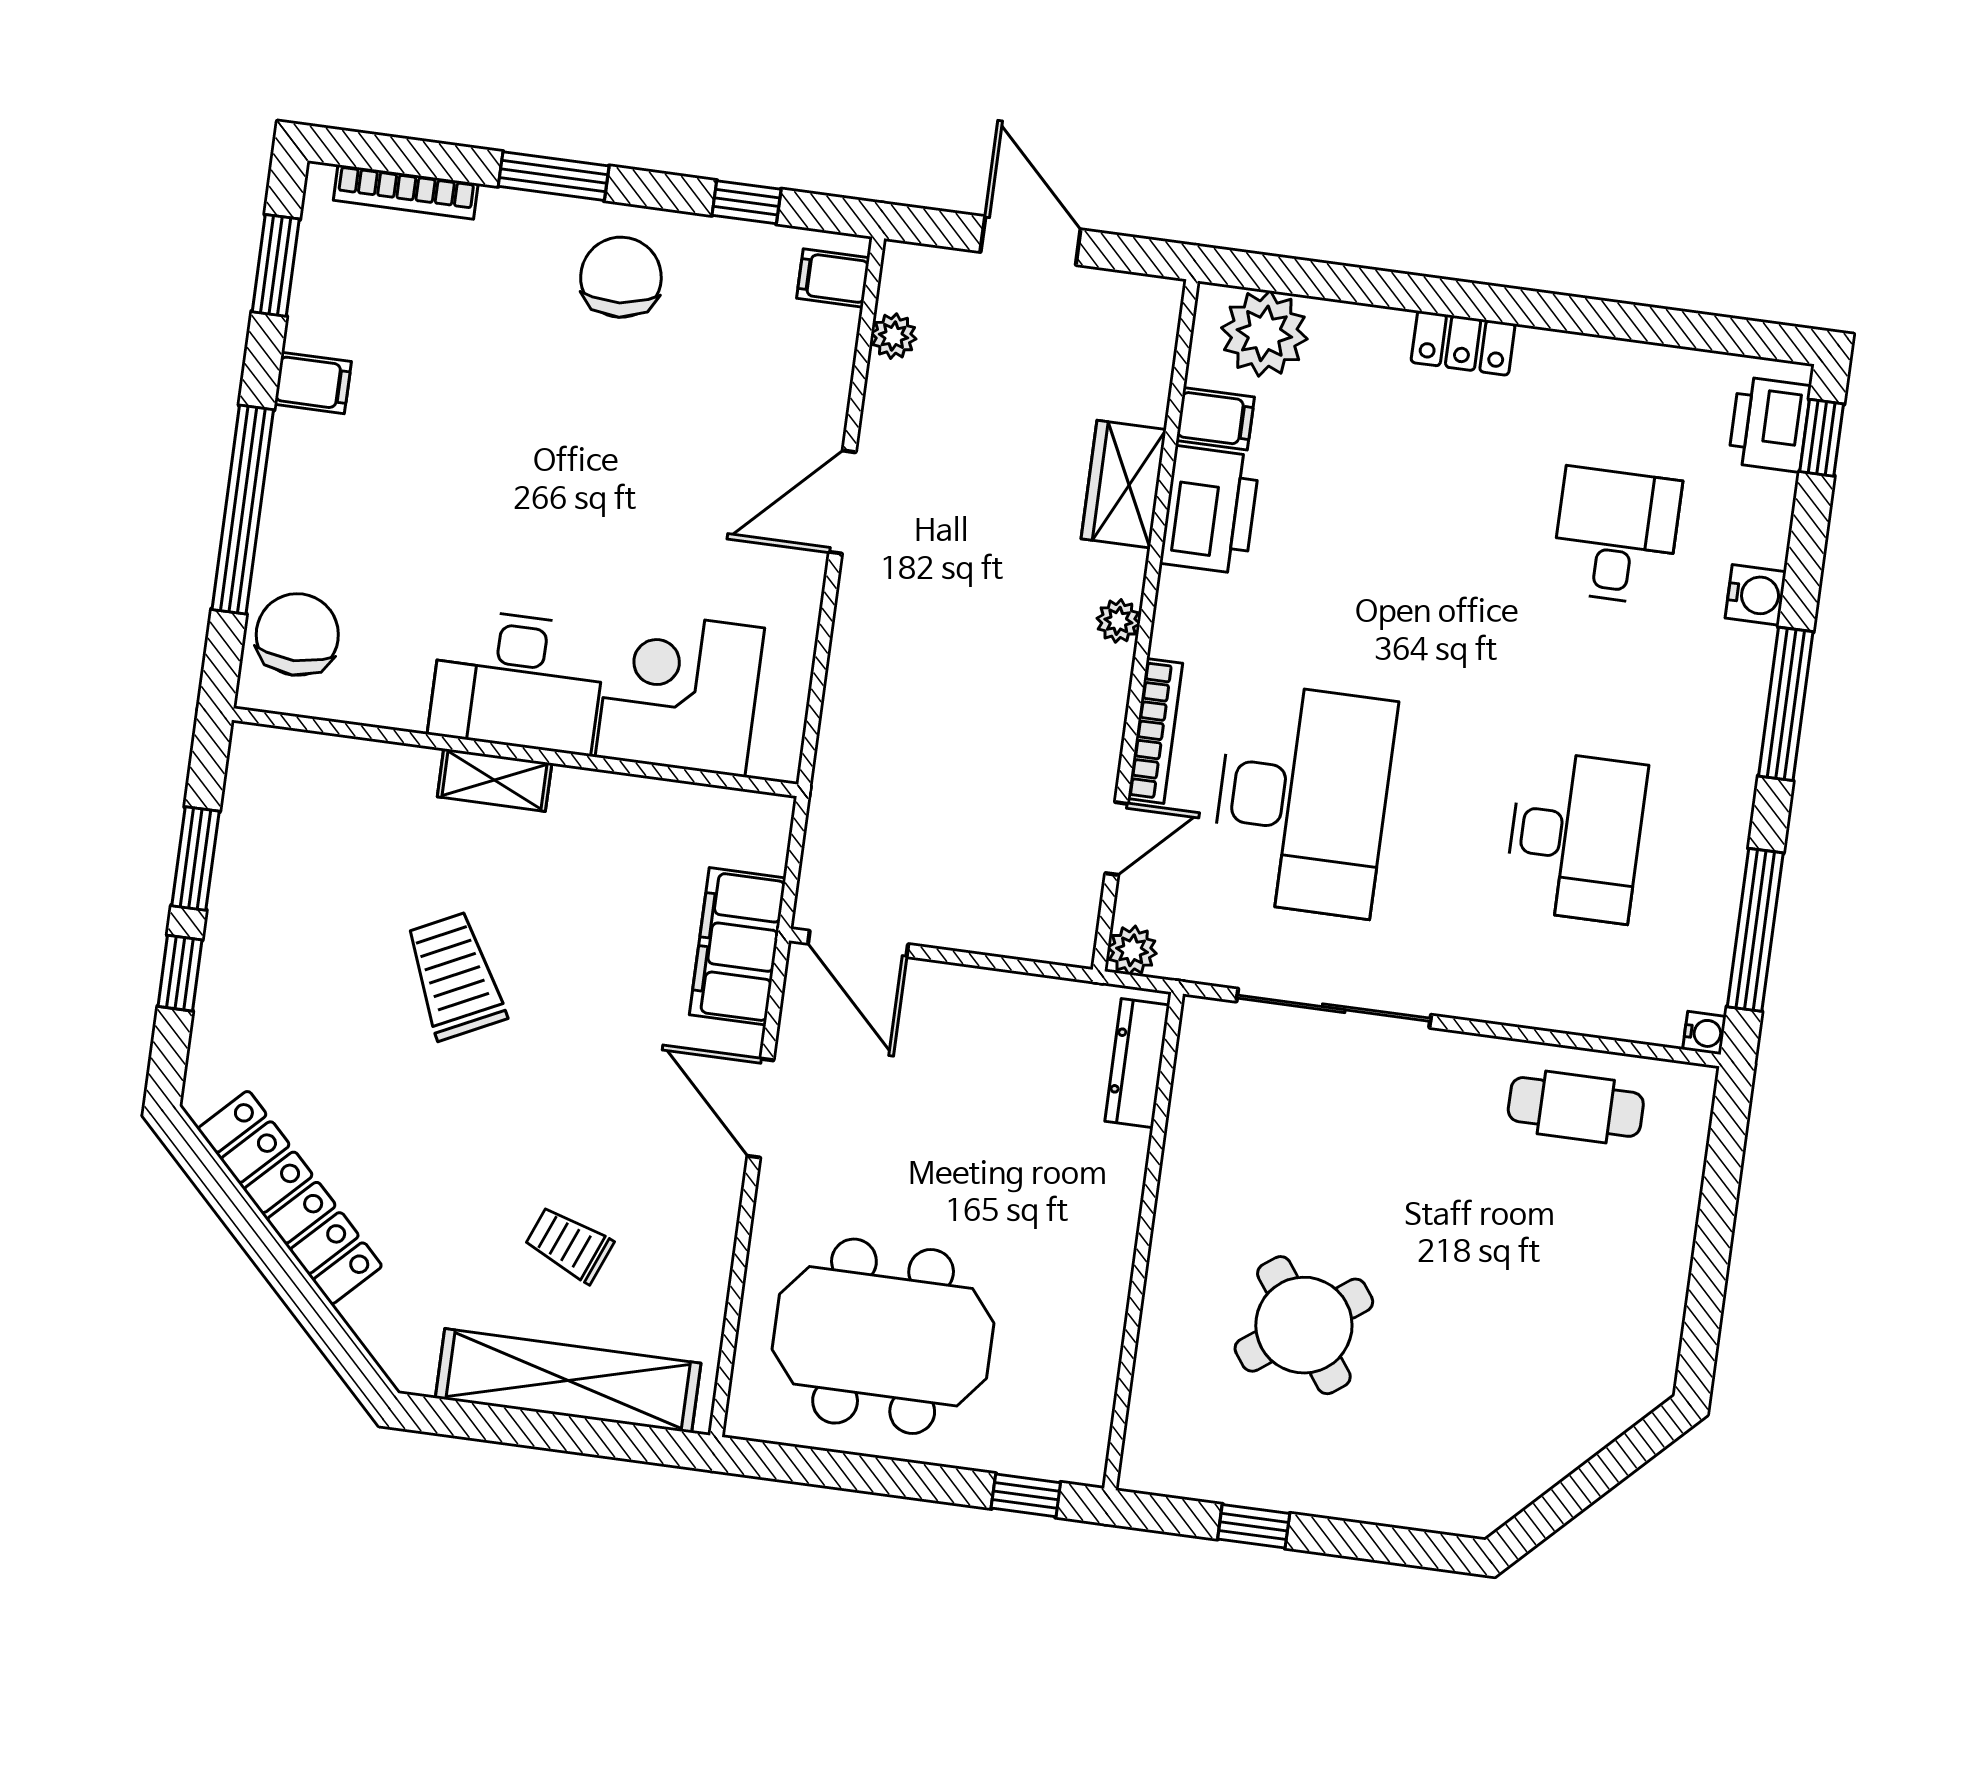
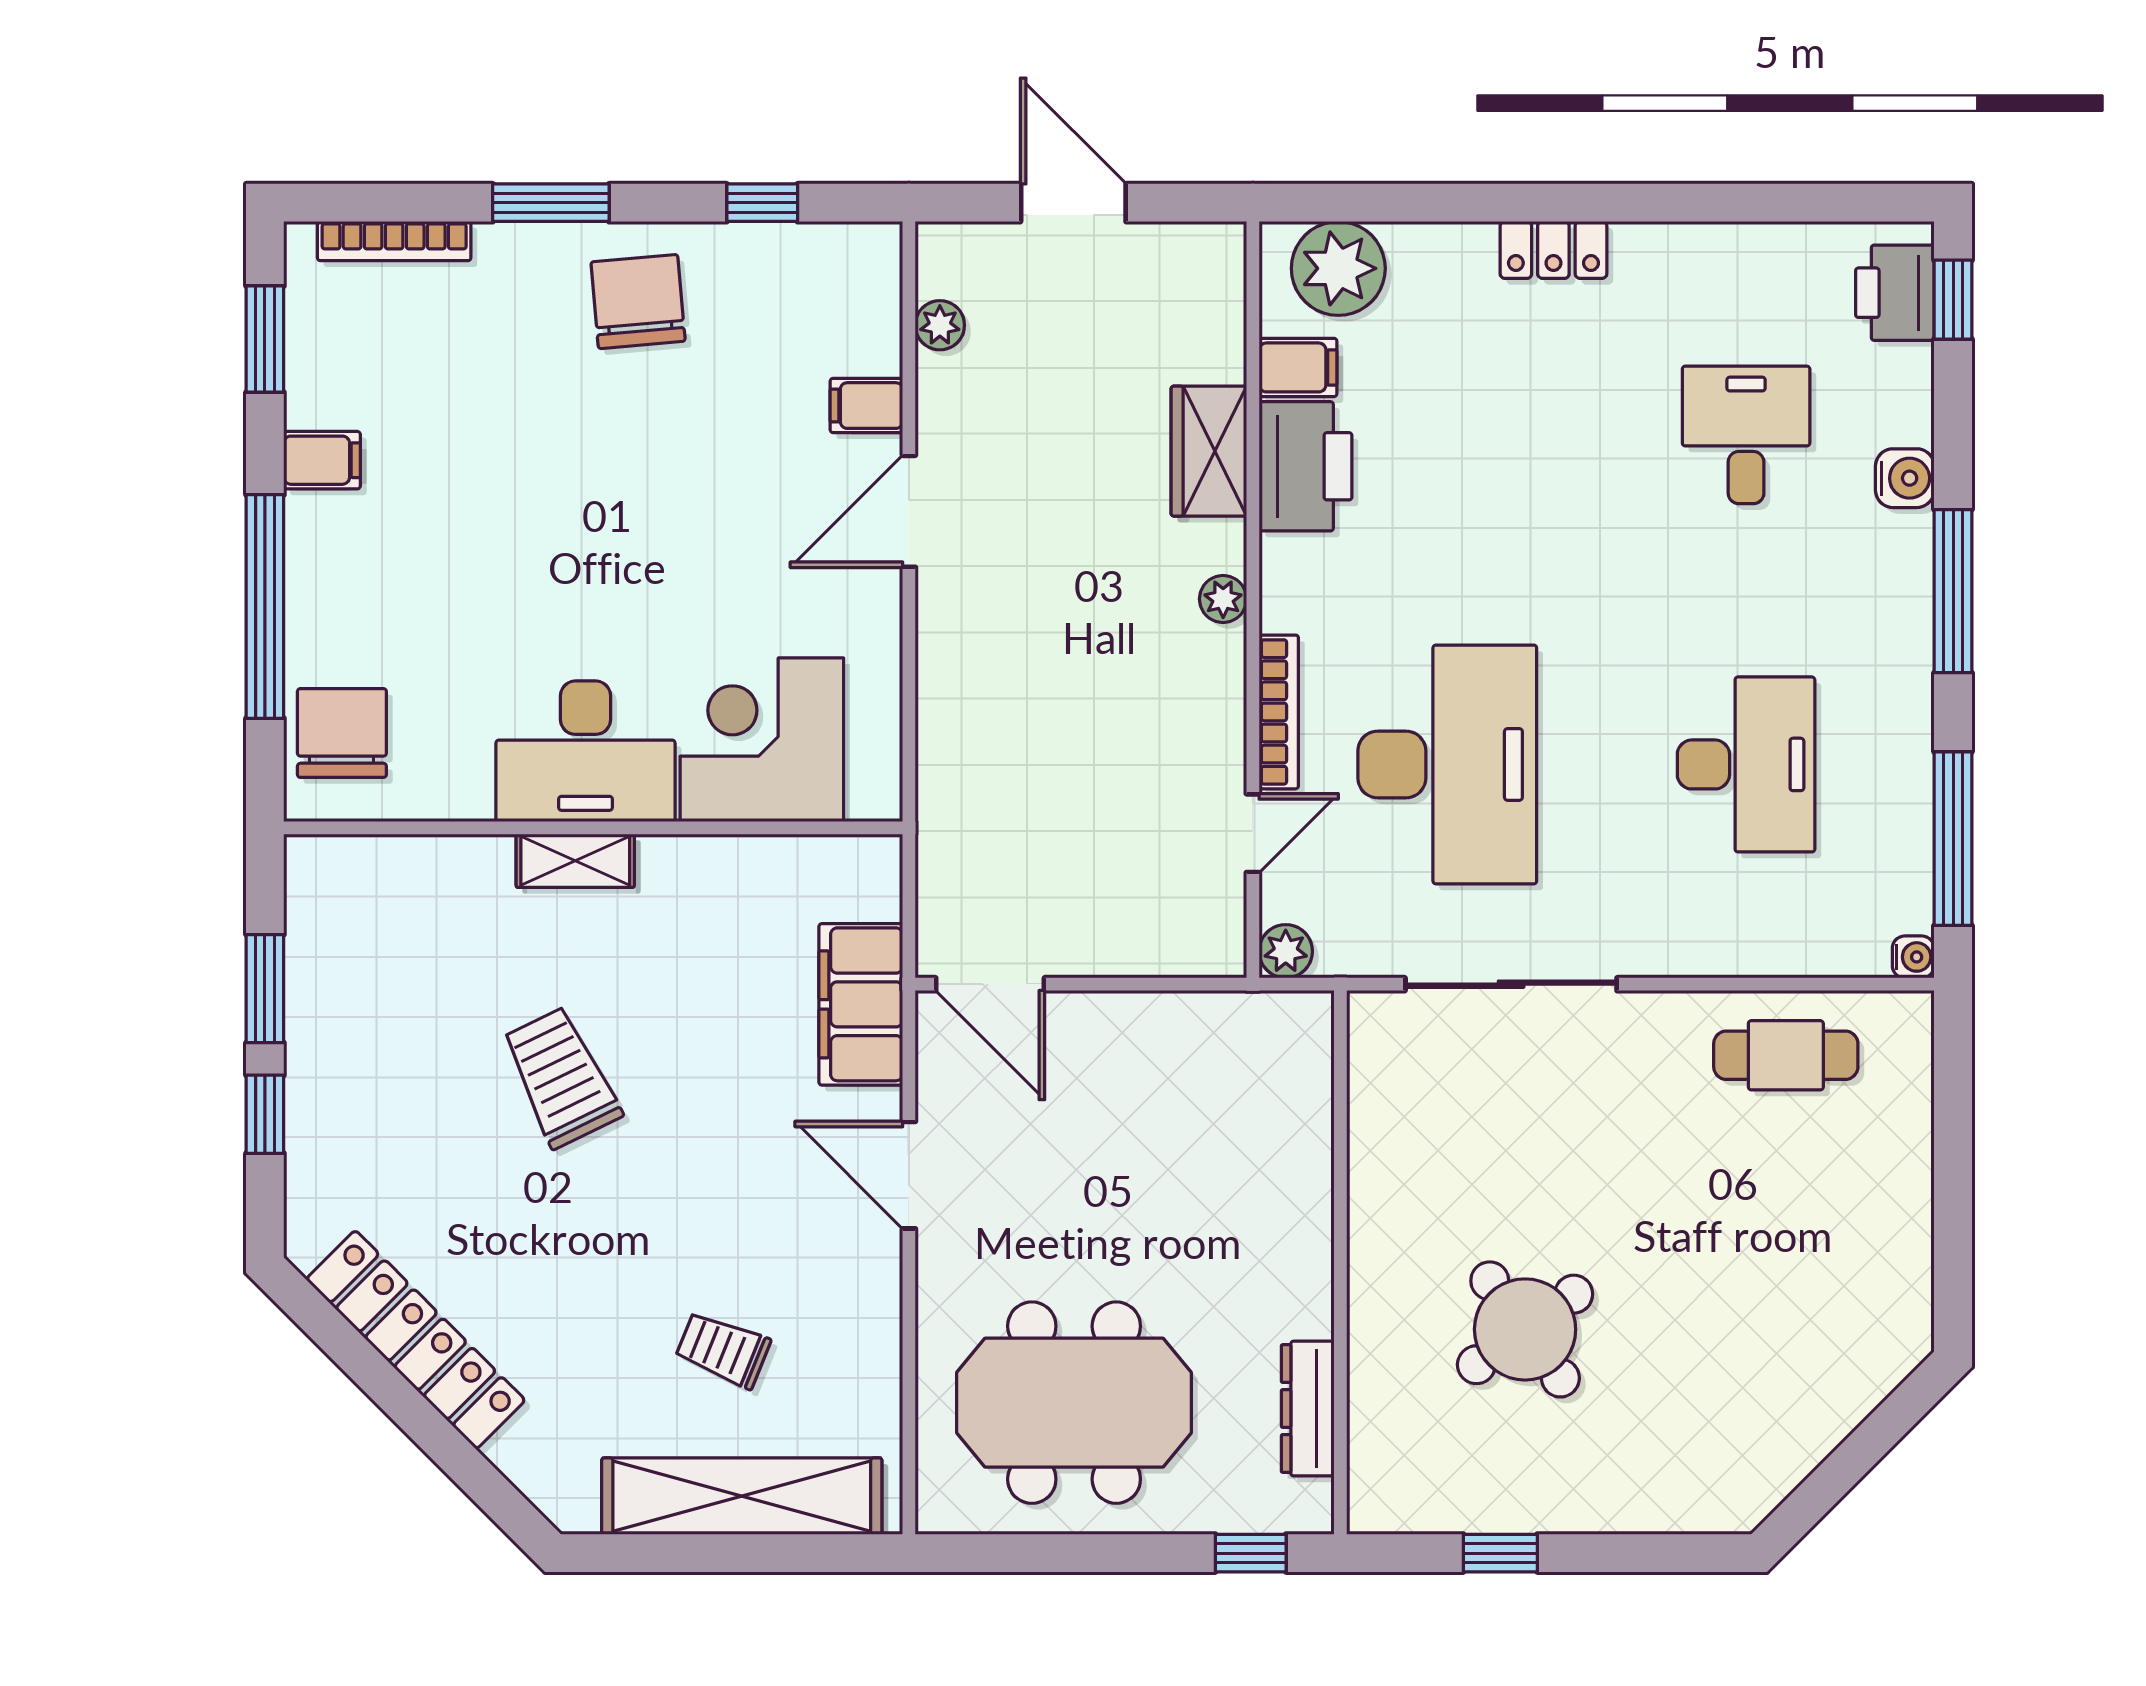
filing cabinet: (833, 278) -> (866, 406), moved
dresser: (1137, 1063) -> (1308, 1408), moved

